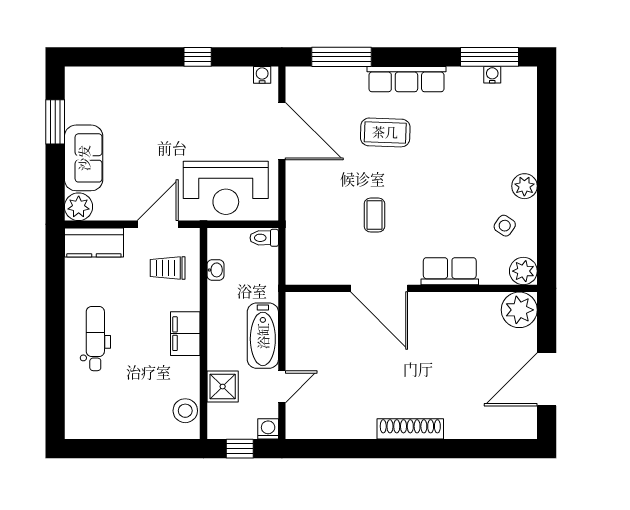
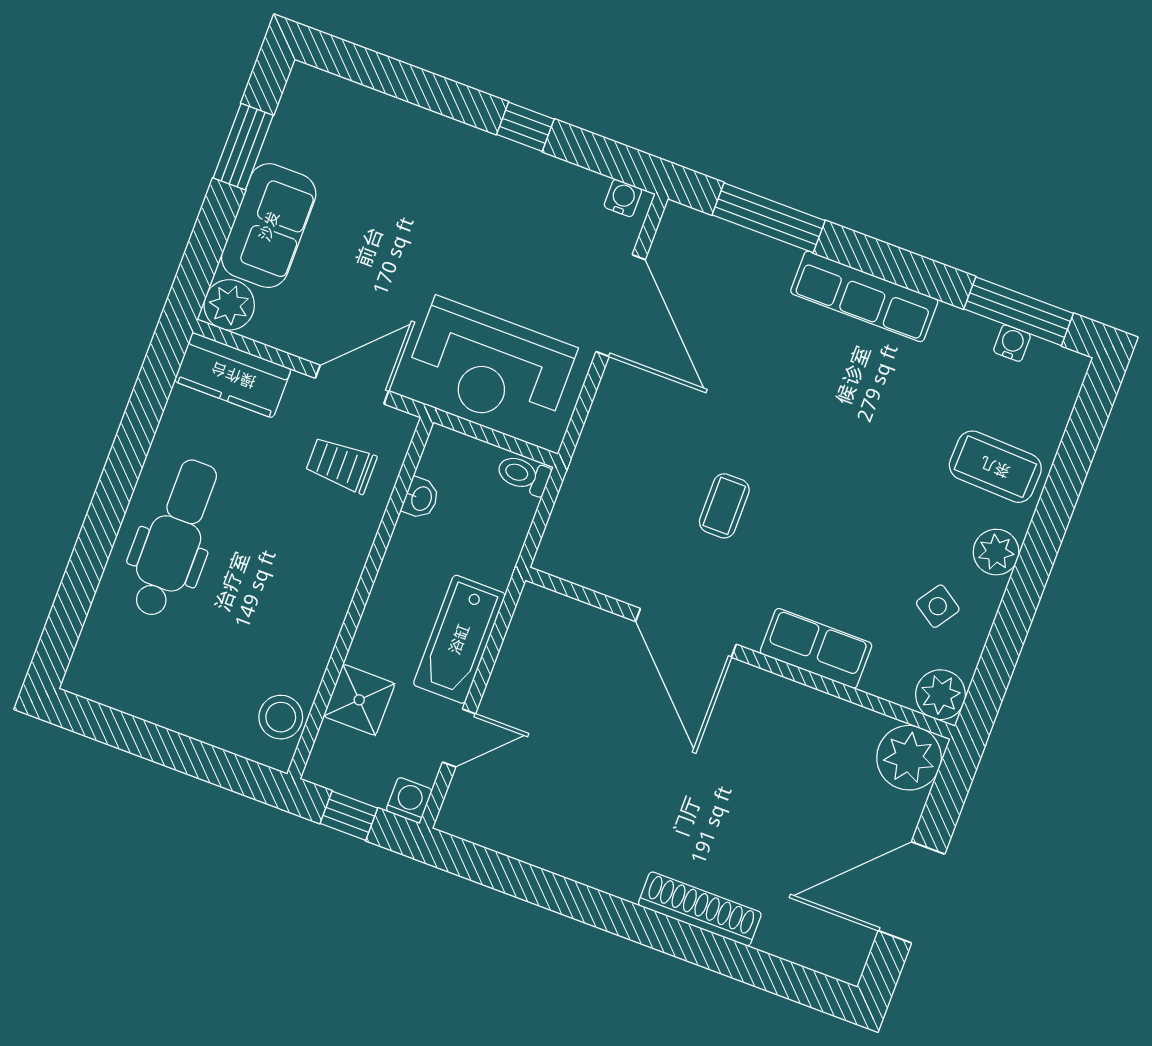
coffee table: (385, 132) -> (995, 467), moved
filing cabinet: (185, 334) -> (329, 587), removed
dental chair: (95, 339) -> (174, 538), width x1.36, depth x1.38
shoe rack: (410, 429) -> (700, 909), moved

